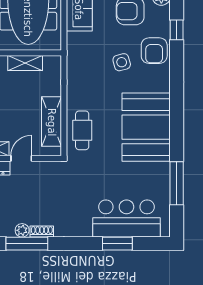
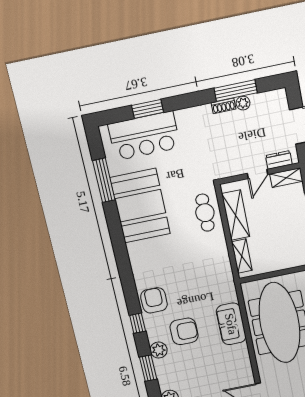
side table: (122, 62) -> (182, 284), removed
shelving: (25, 63) -> (242, 256), moved, turned 90
booth: (146, 127) -> (140, 206), moved

